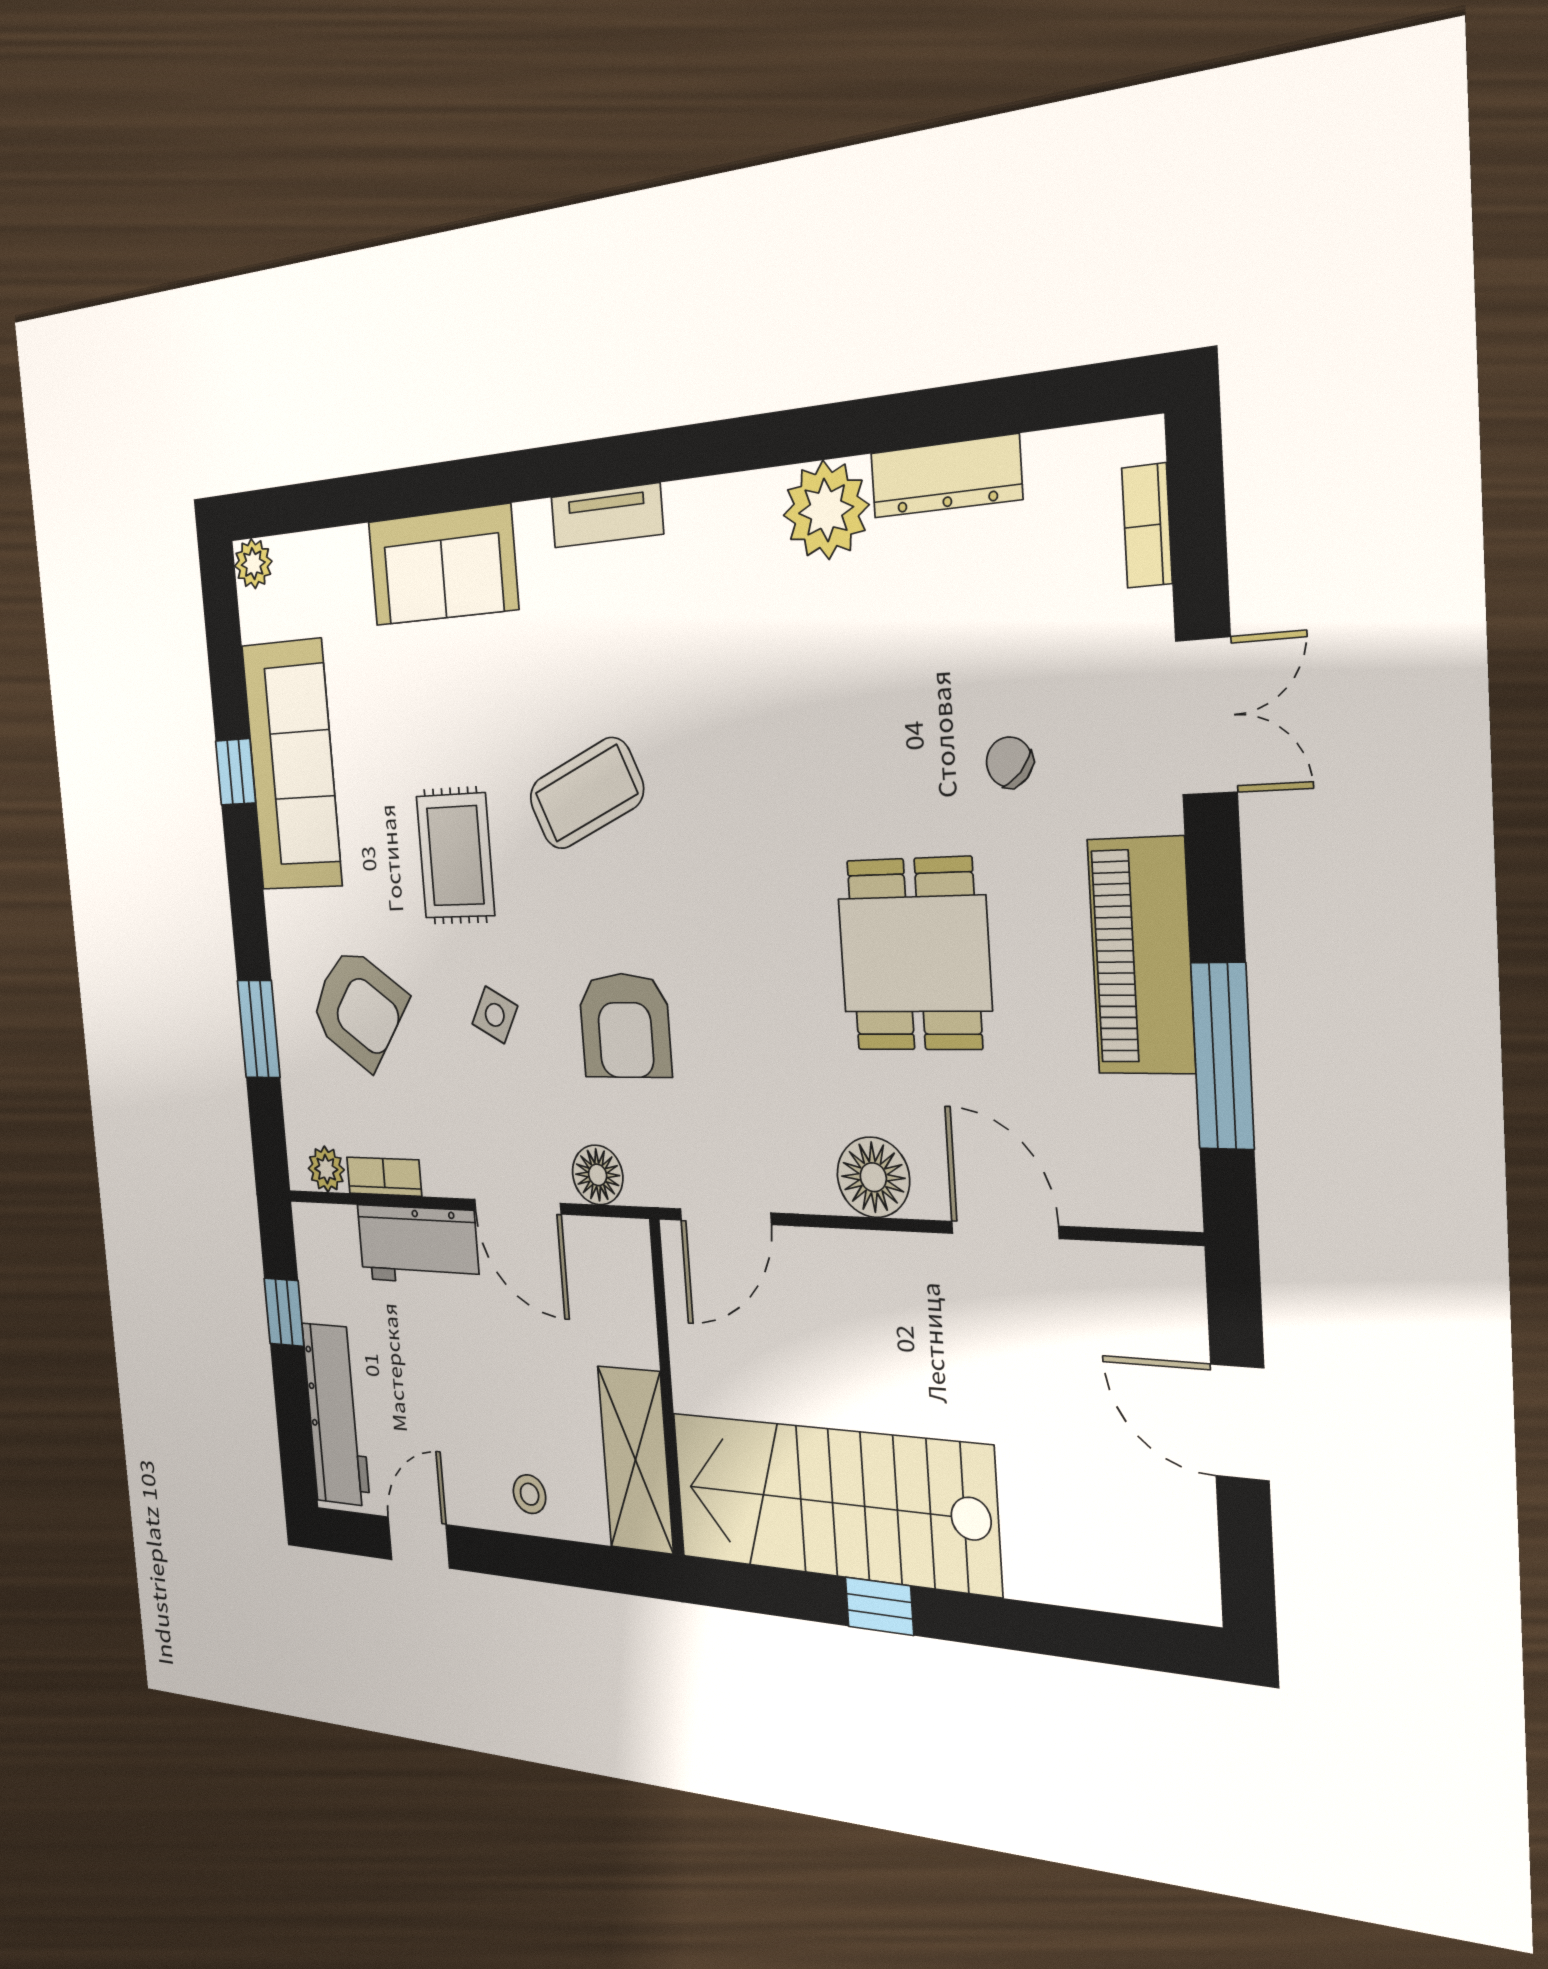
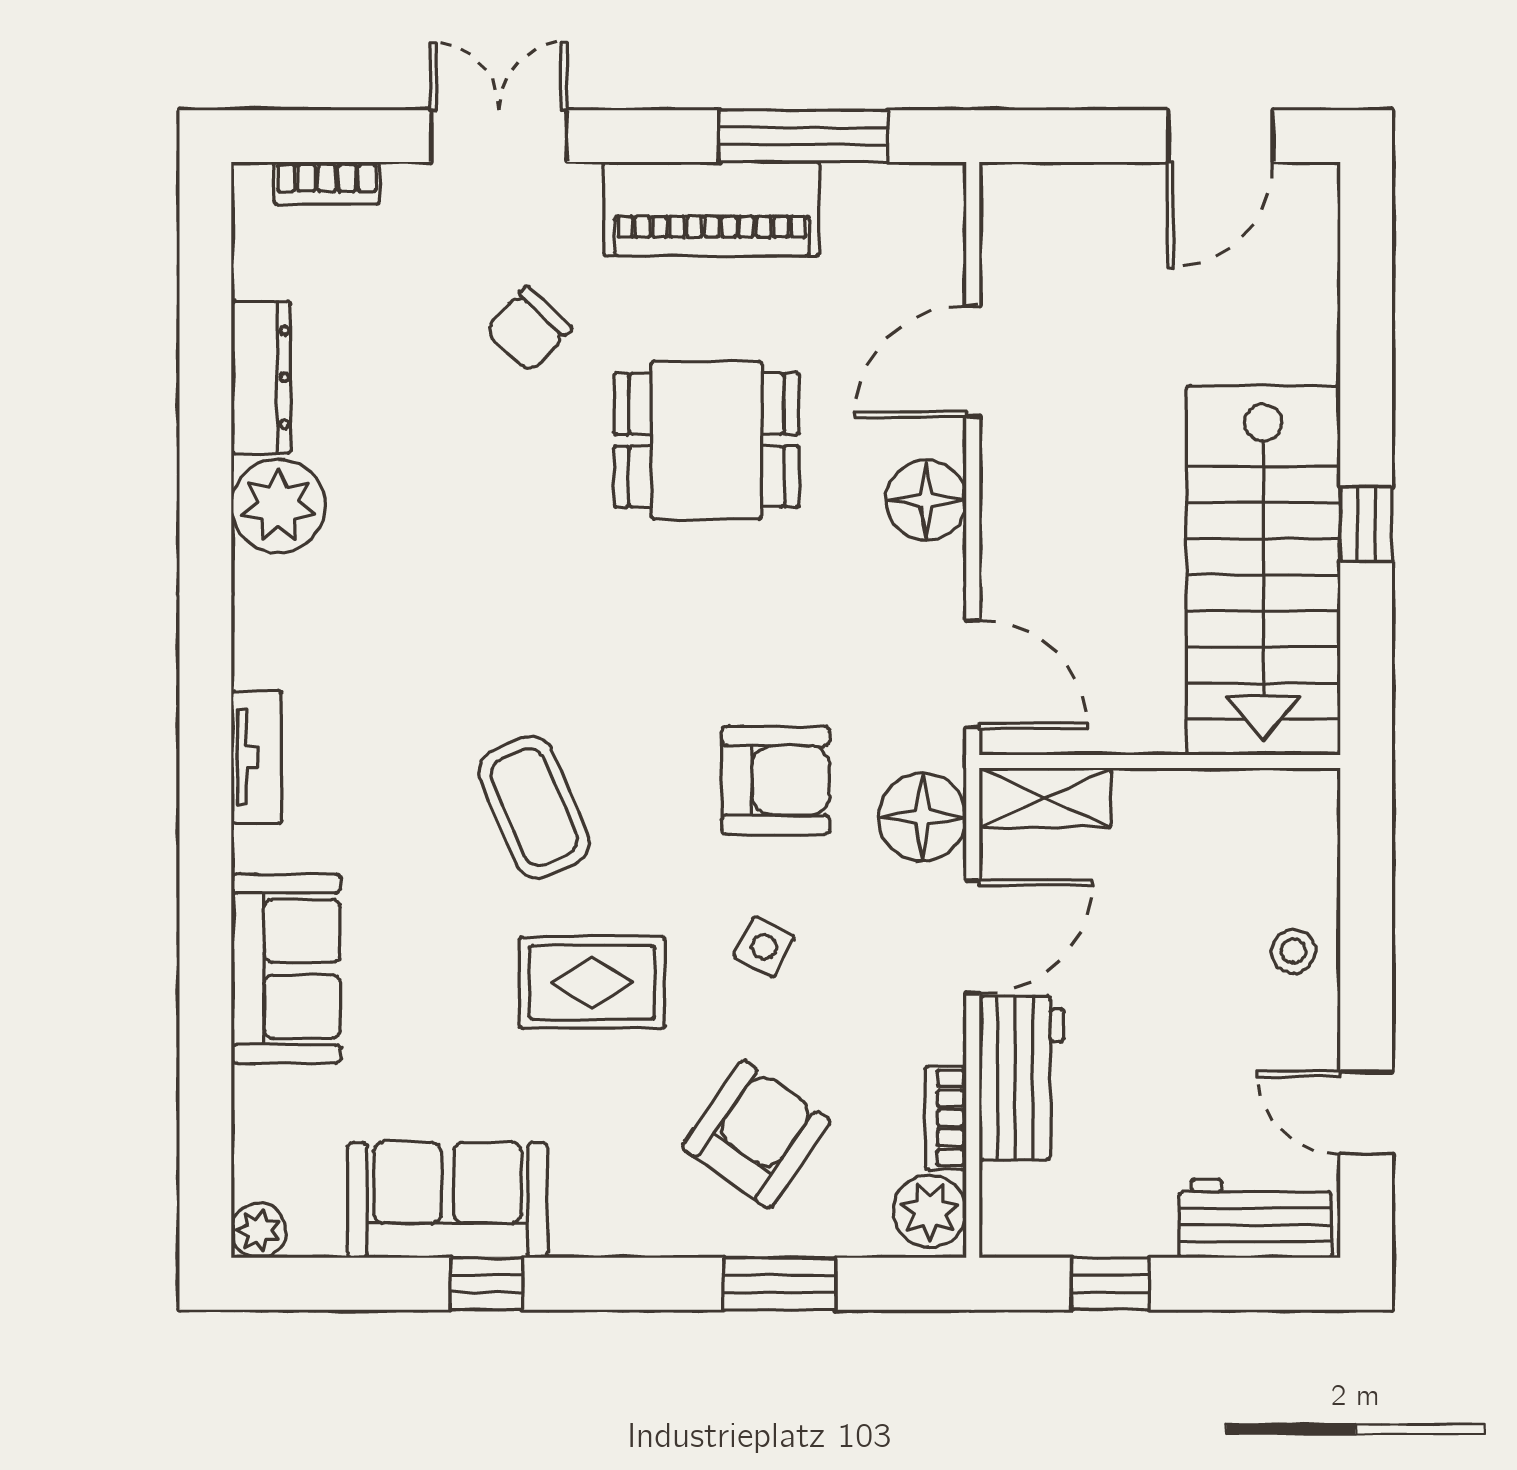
chair: (1009, 762) -> (528, 329), width x1.37, depth x1.37
sofa: (292, 765) -> (447, 1200), width x0.73
plant: (326, 1169) -> (930, 1211), width x1.38, depth x1.38
floor lamp: (598, 1175) -> (922, 817), width x1.38, depth x1.38
workbench: (336, 1415) -> (1255, 1219), width x0.73
door: (1240, 1422) -> (1220, 136), moved
shelving: (635, 1460) -> (1045, 798), moved, width x0.67, depth x0.75

